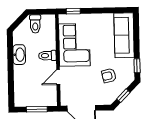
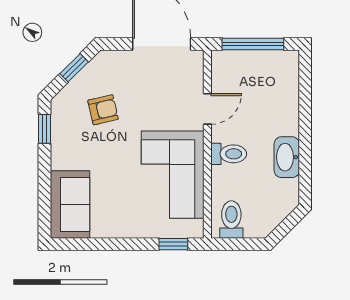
toilet: (35, 24) -> (231, 220), moved
sofa: (124, 35) -> (70, 204), width x0.73
window: (37, 109) -> (253, 44), width x1.44

